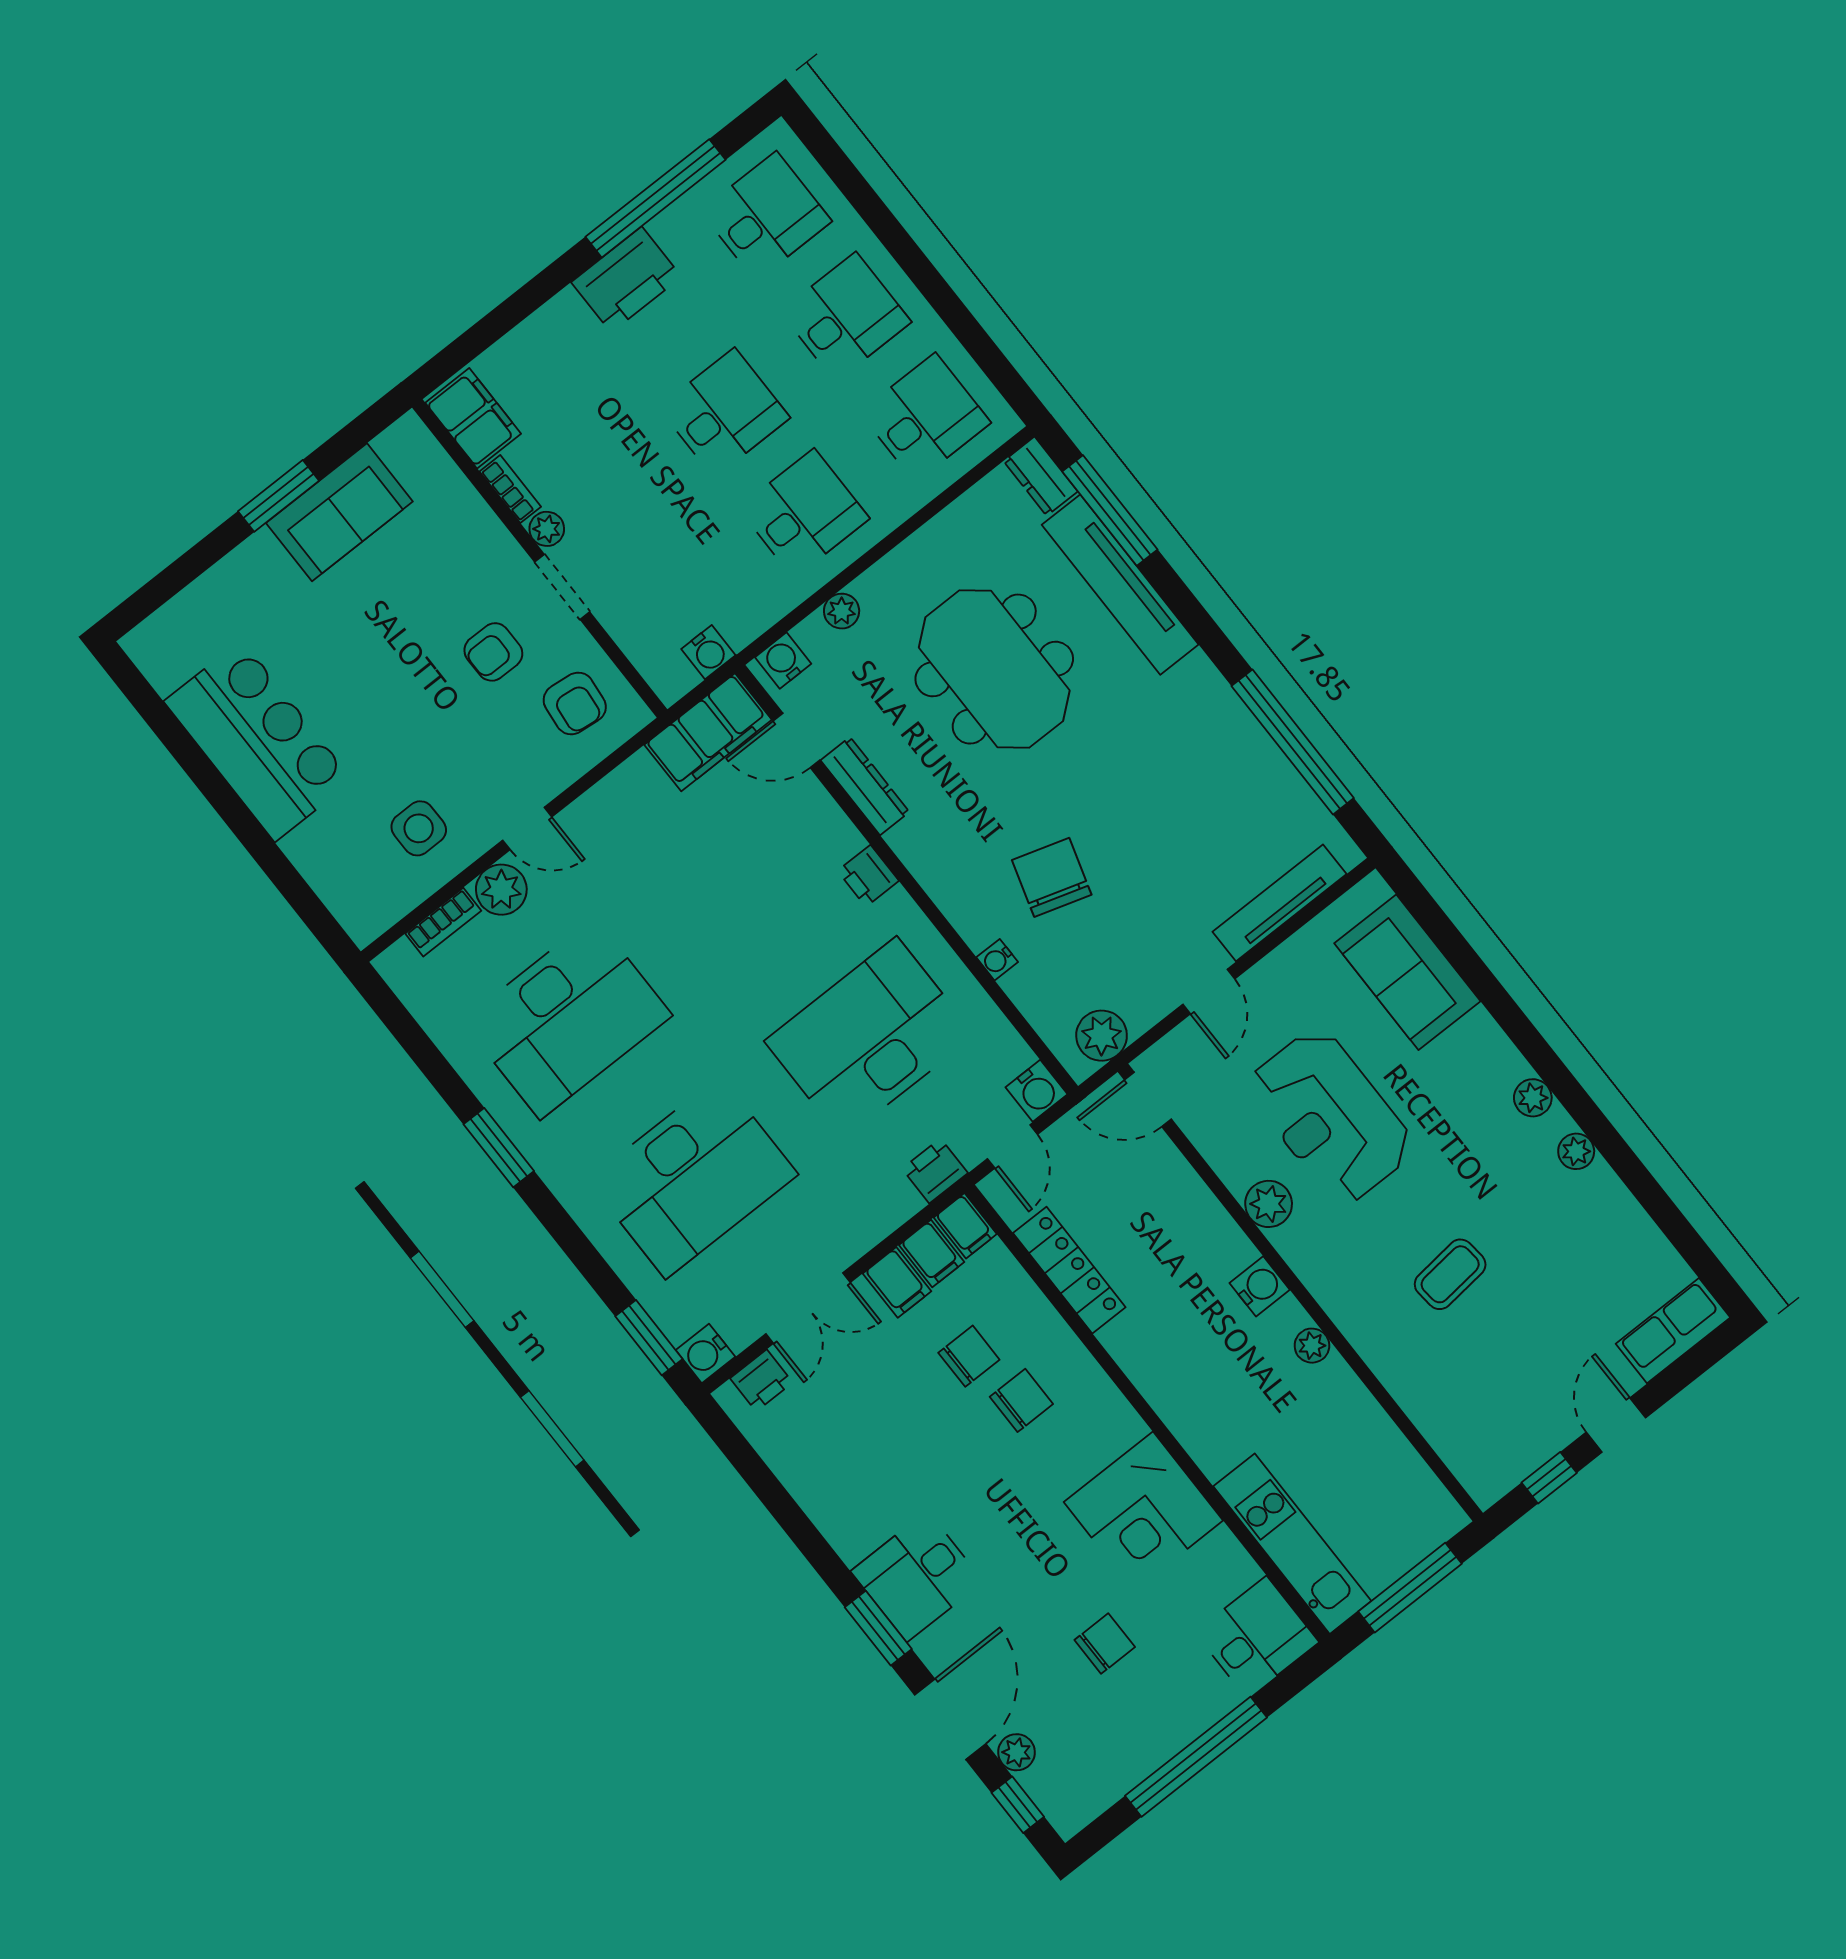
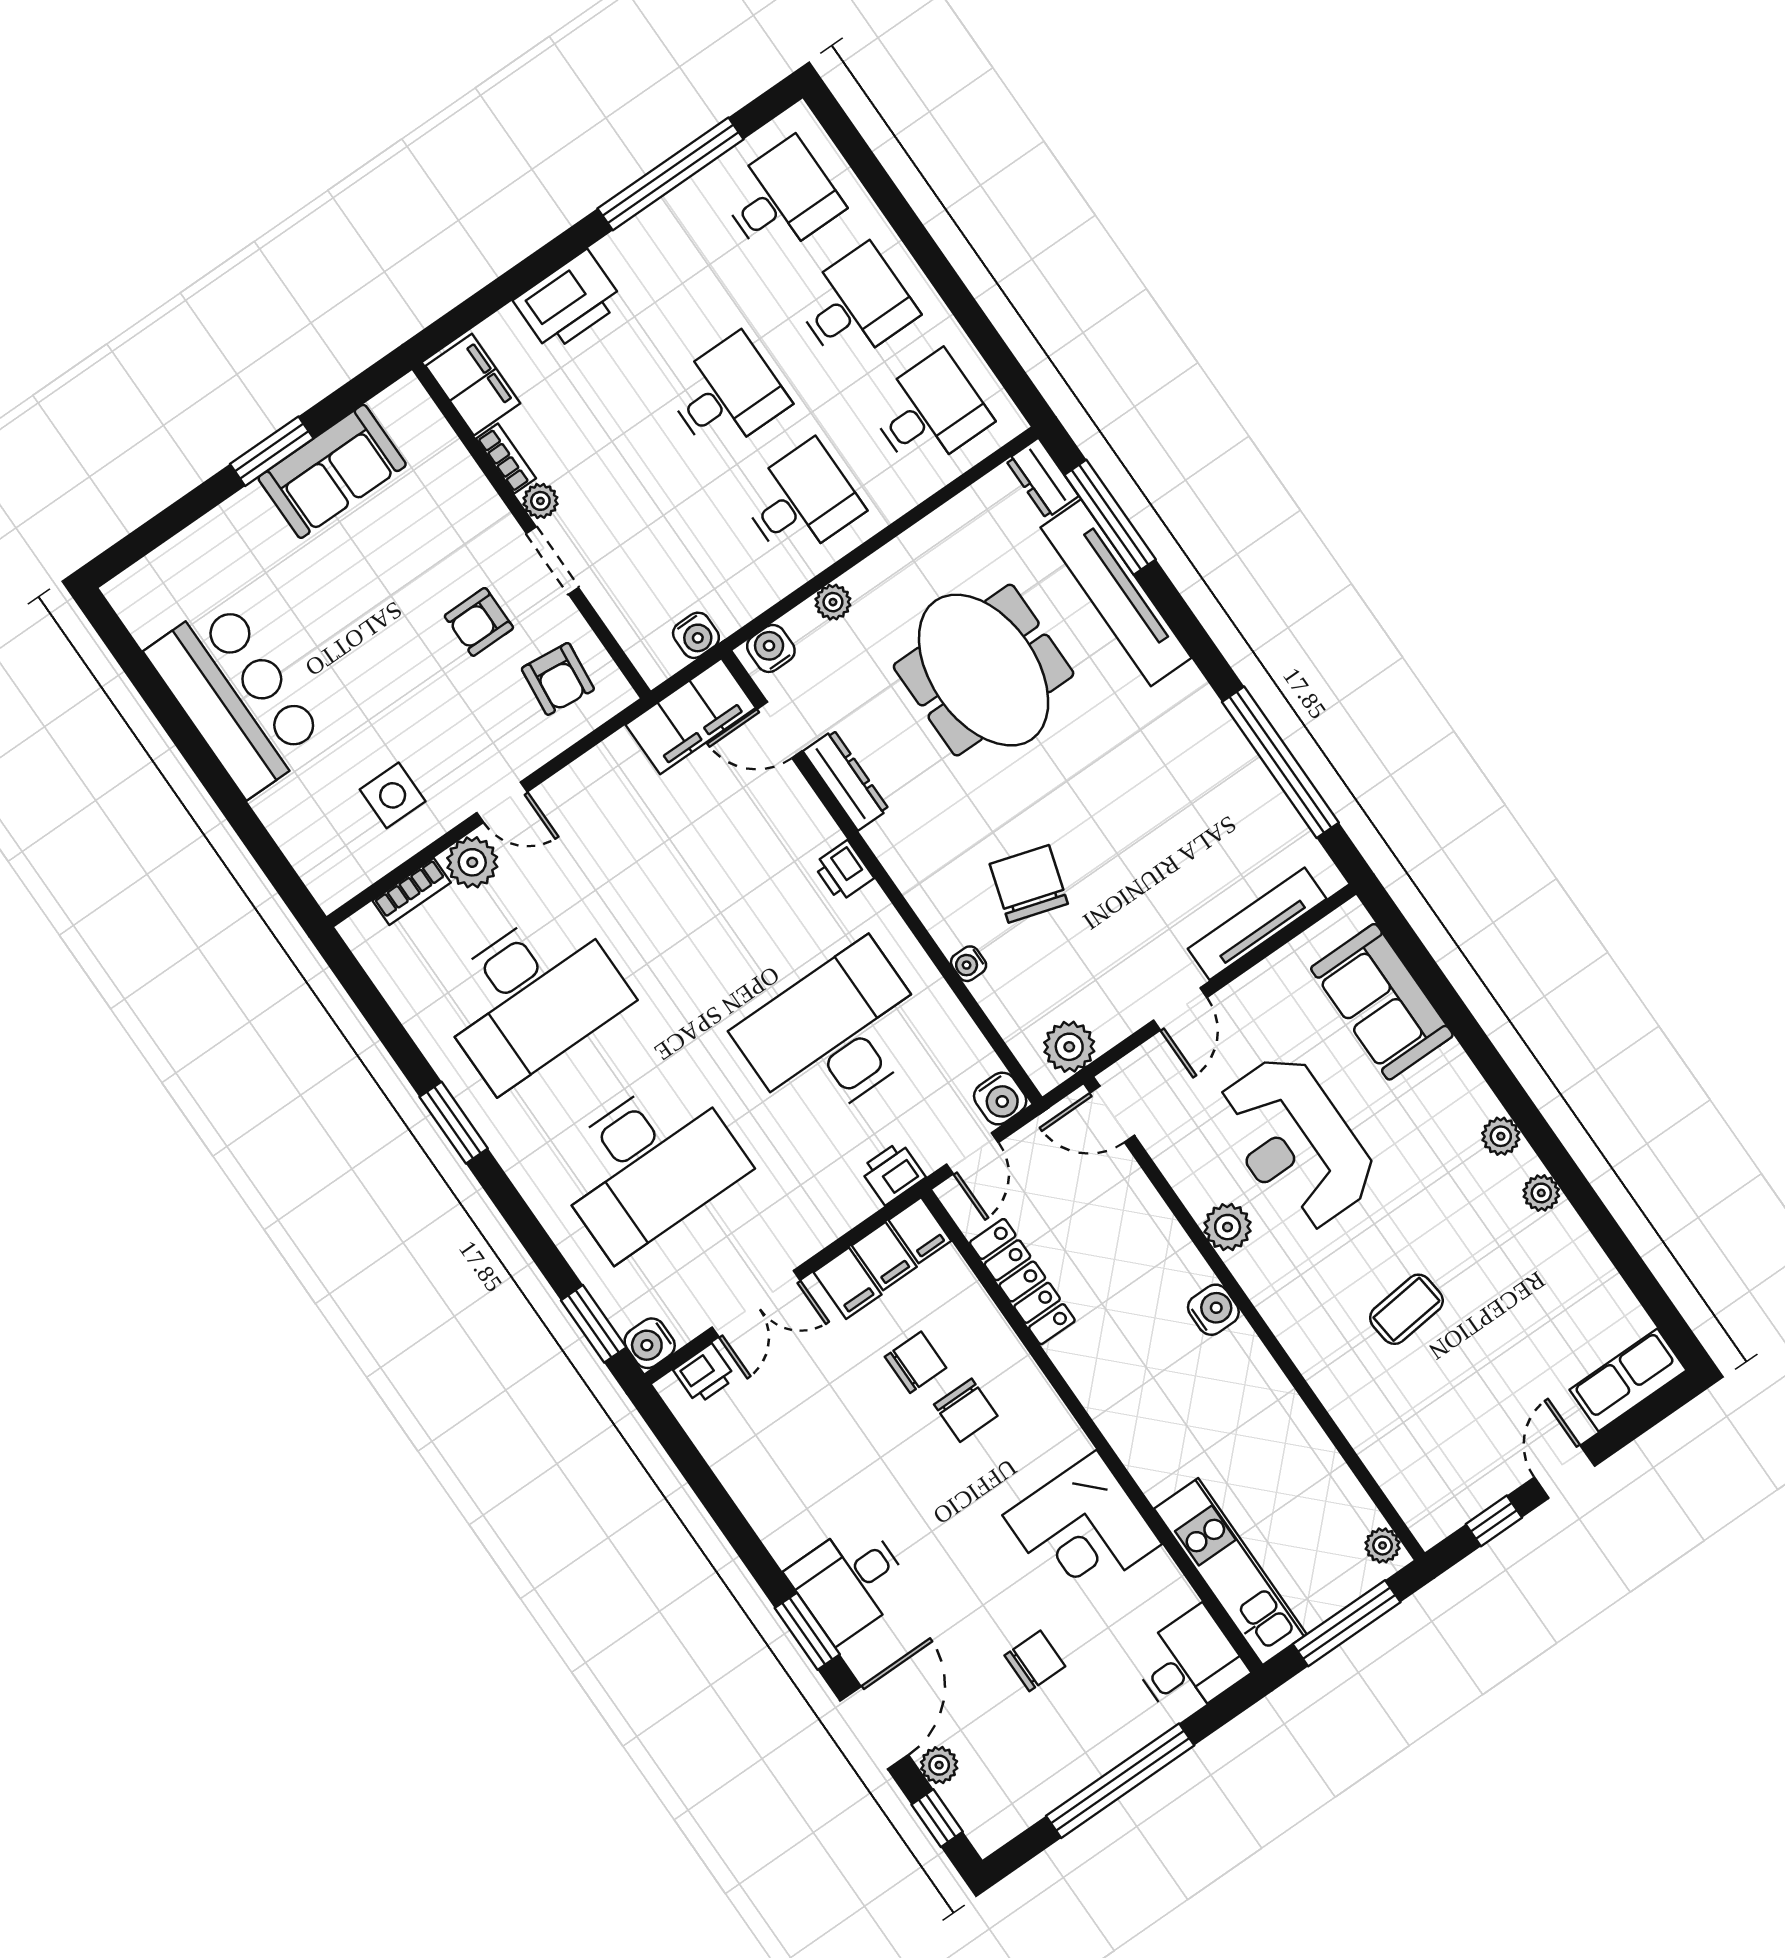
printer: (626, 280) -> (568, 301), moved
plant: (1312, 1346) -> (1383, 1545), moved
chair: (1021, 1400) -> (966, 1410), turned 90

